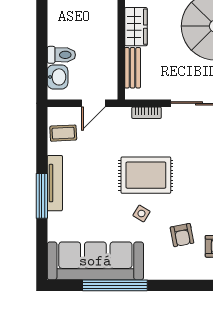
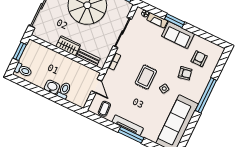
washbasin: (58, 77) -> (52, 87), moved
rug: (146, 175) -> (146, 77), width x0.73, depth x0.70
window: (115, 285) -> (206, 95), moved

